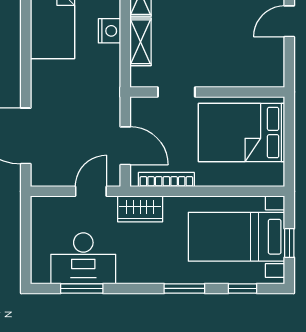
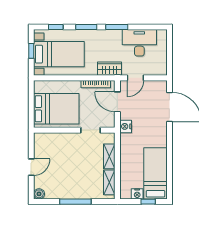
nightstand: (109, 31) -> (126, 126), moved
window: (82, 288) -> (117, 27), moved

